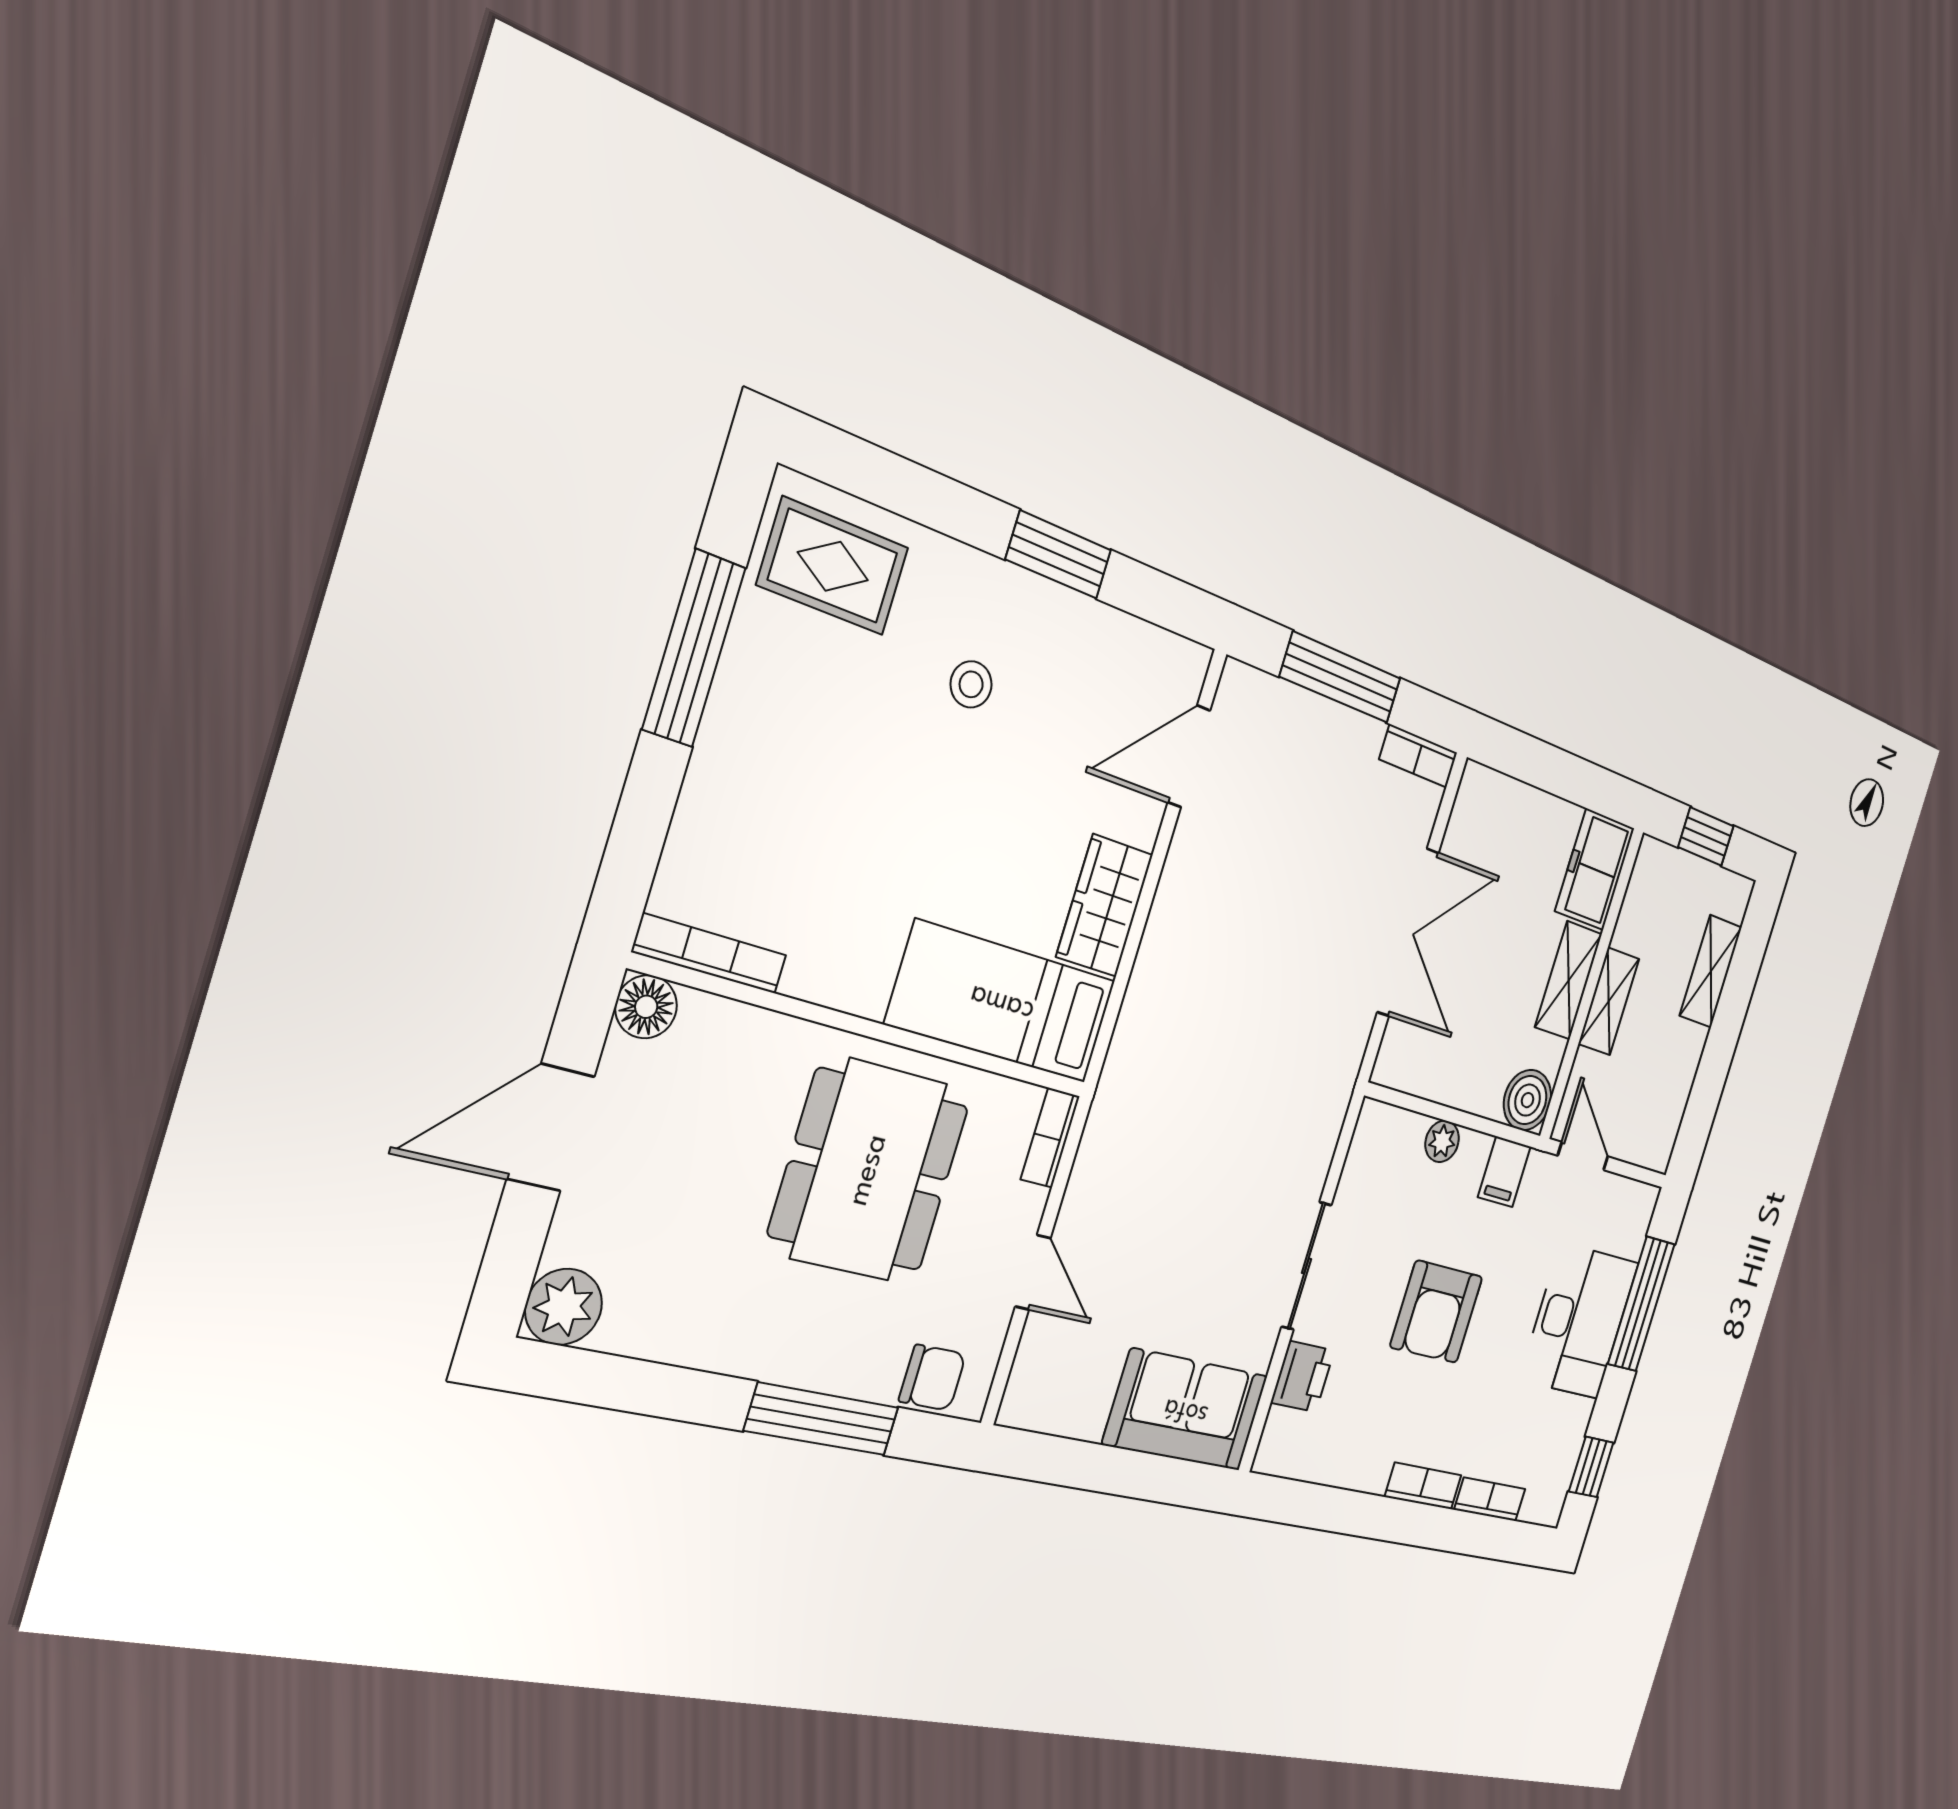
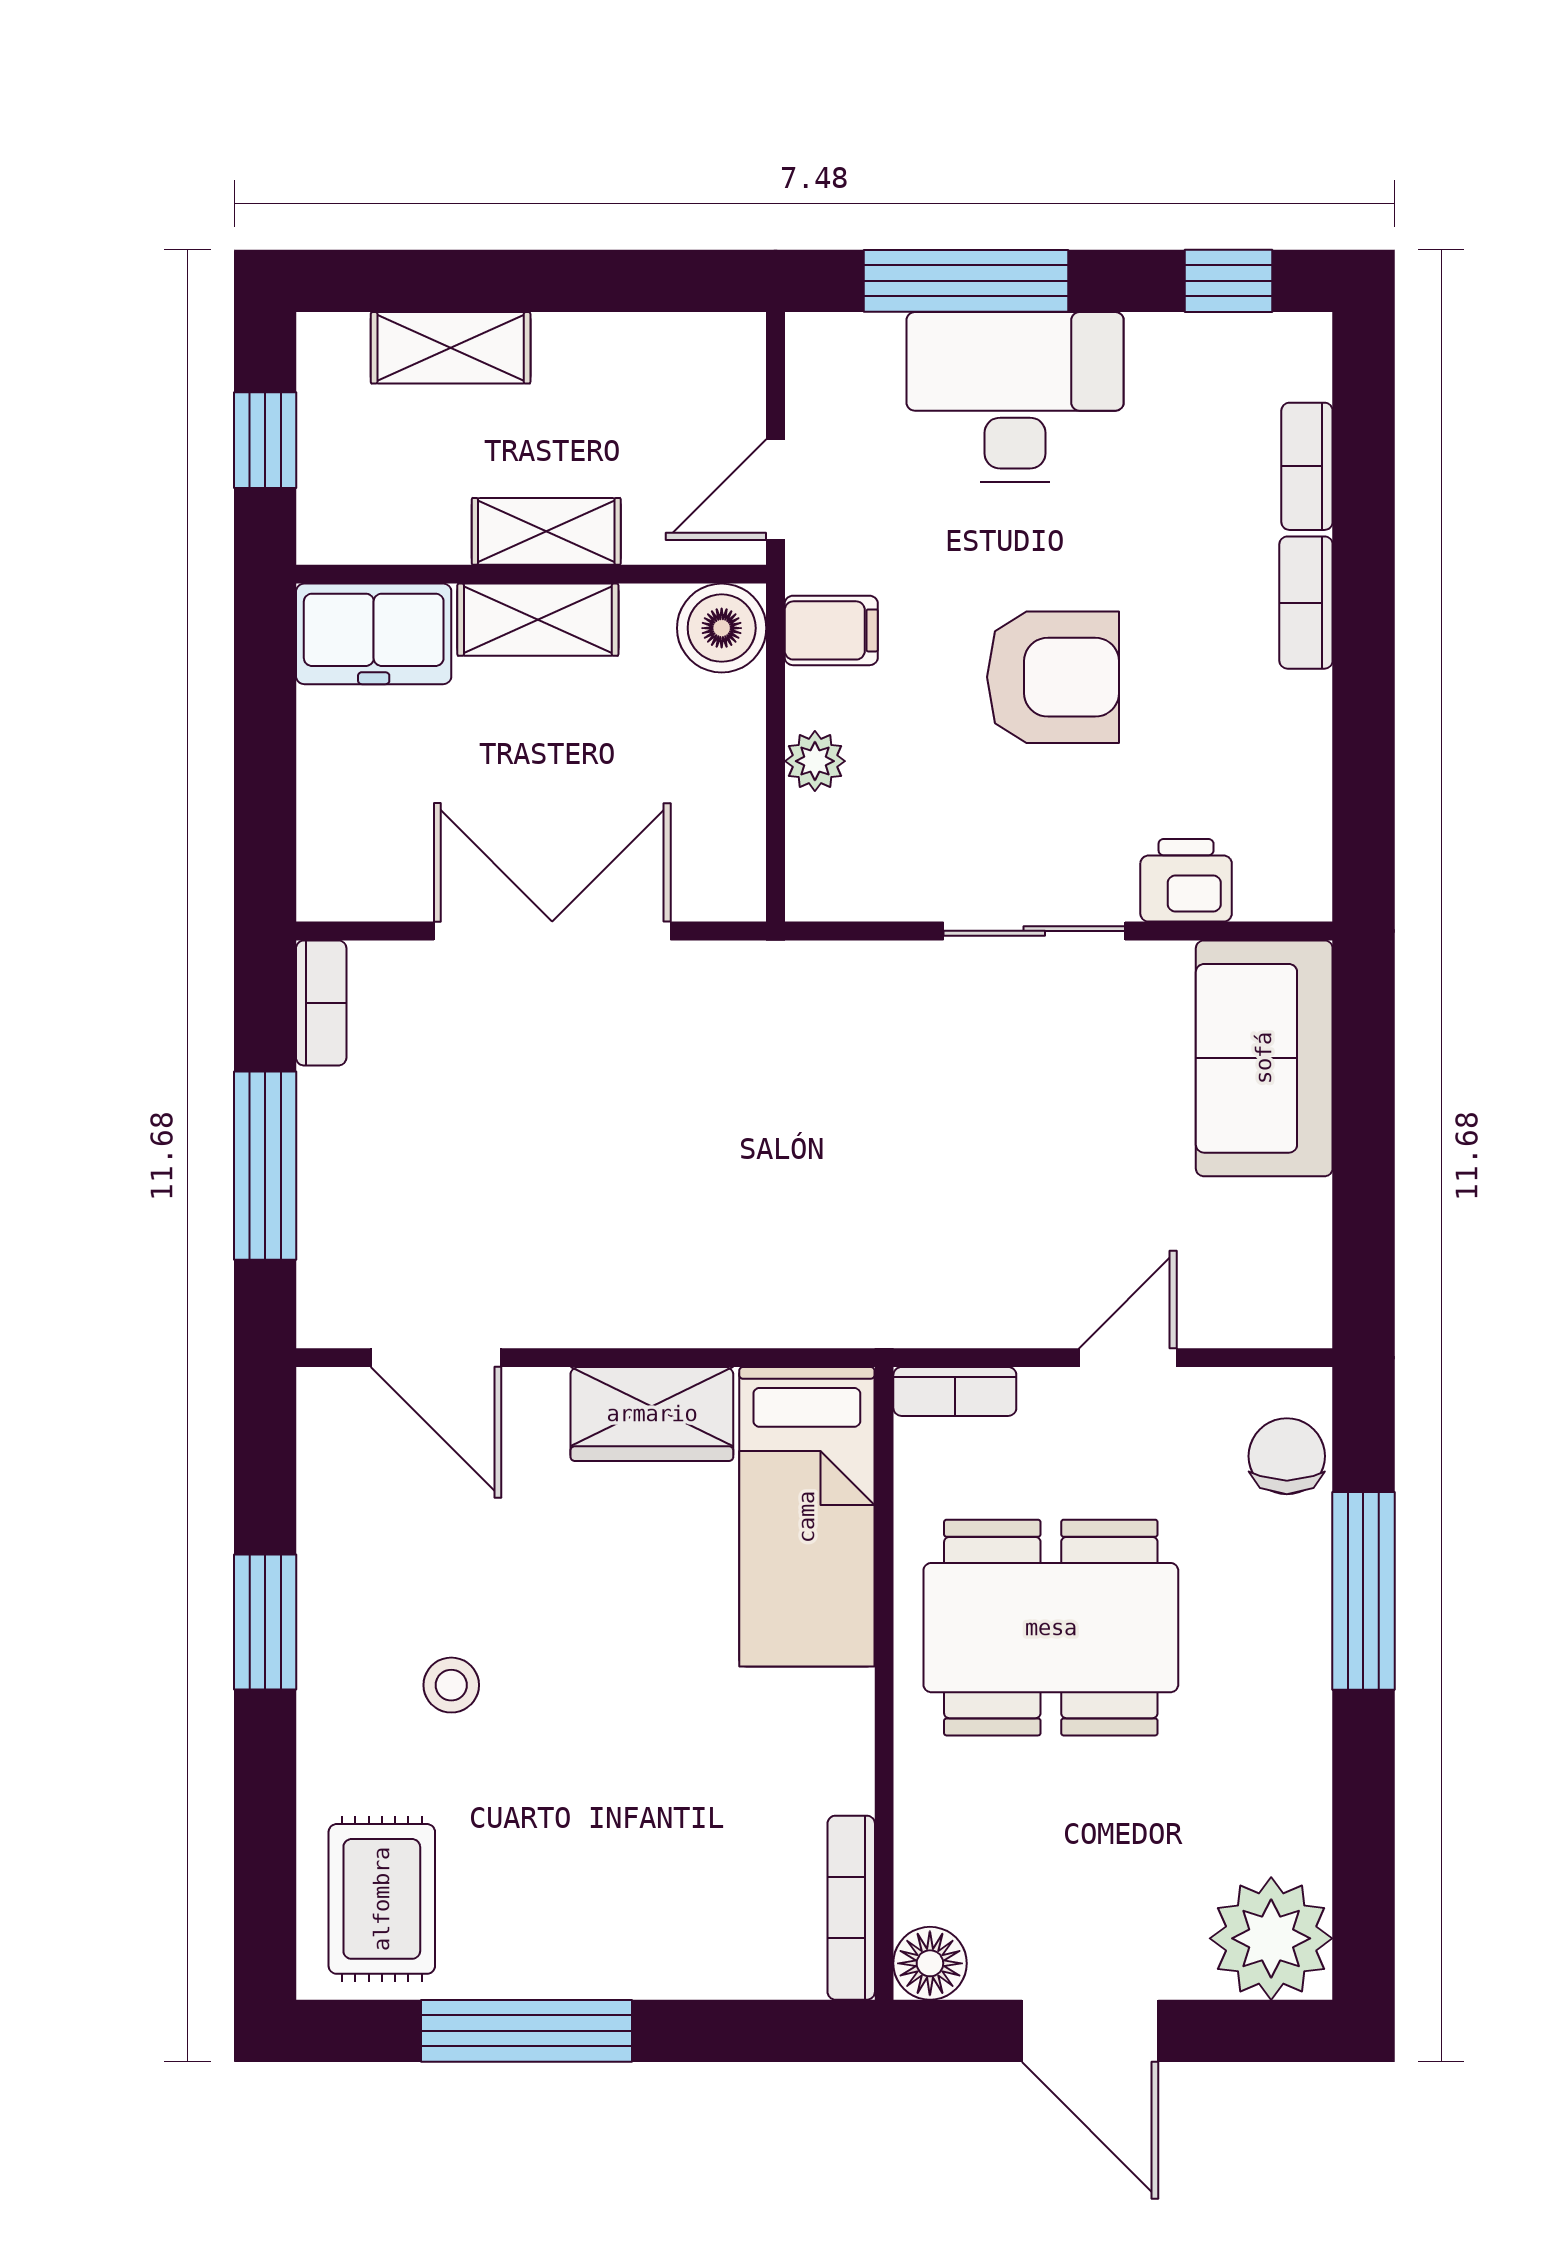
plant: (564, 1307) -> (1271, 1938), width x1.36, depth x1.36

